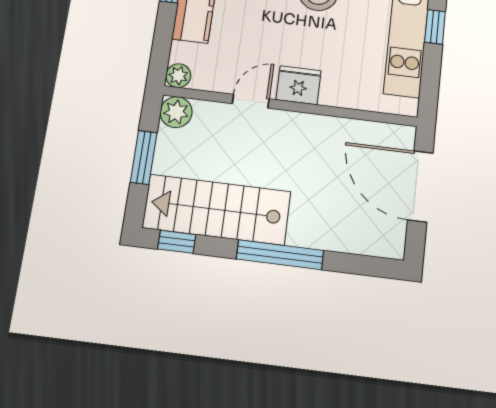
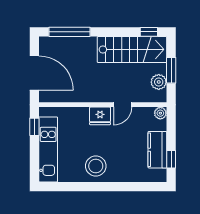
window: (435, 27) -> (34, 127), moved
plant: (176, 112) -> (159, 82), moved
window: (280, 255) -> (70, 32), moved

